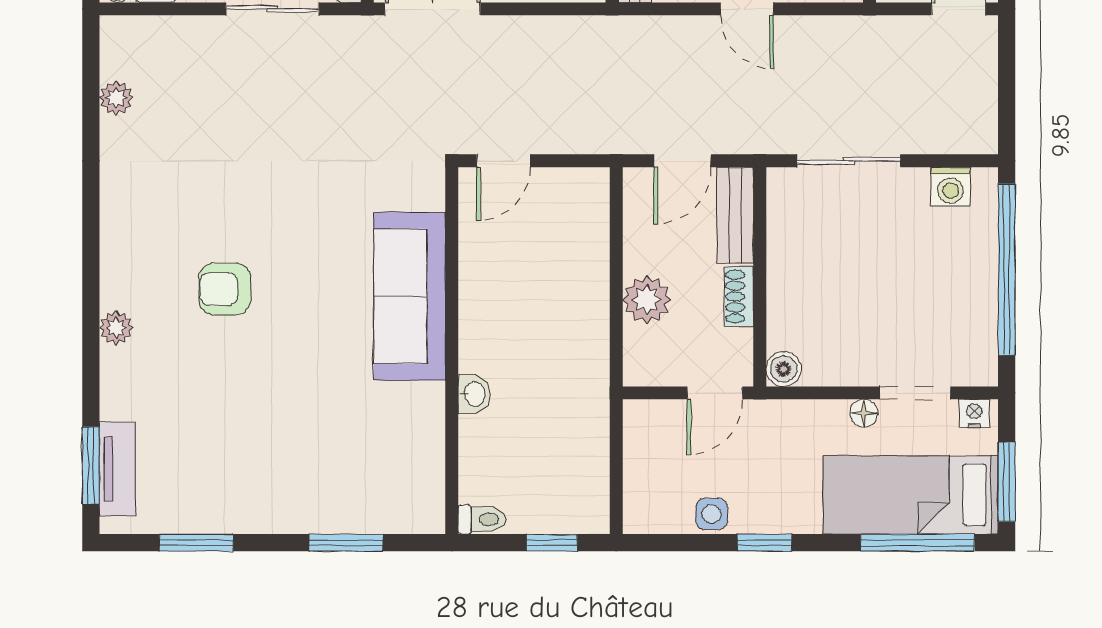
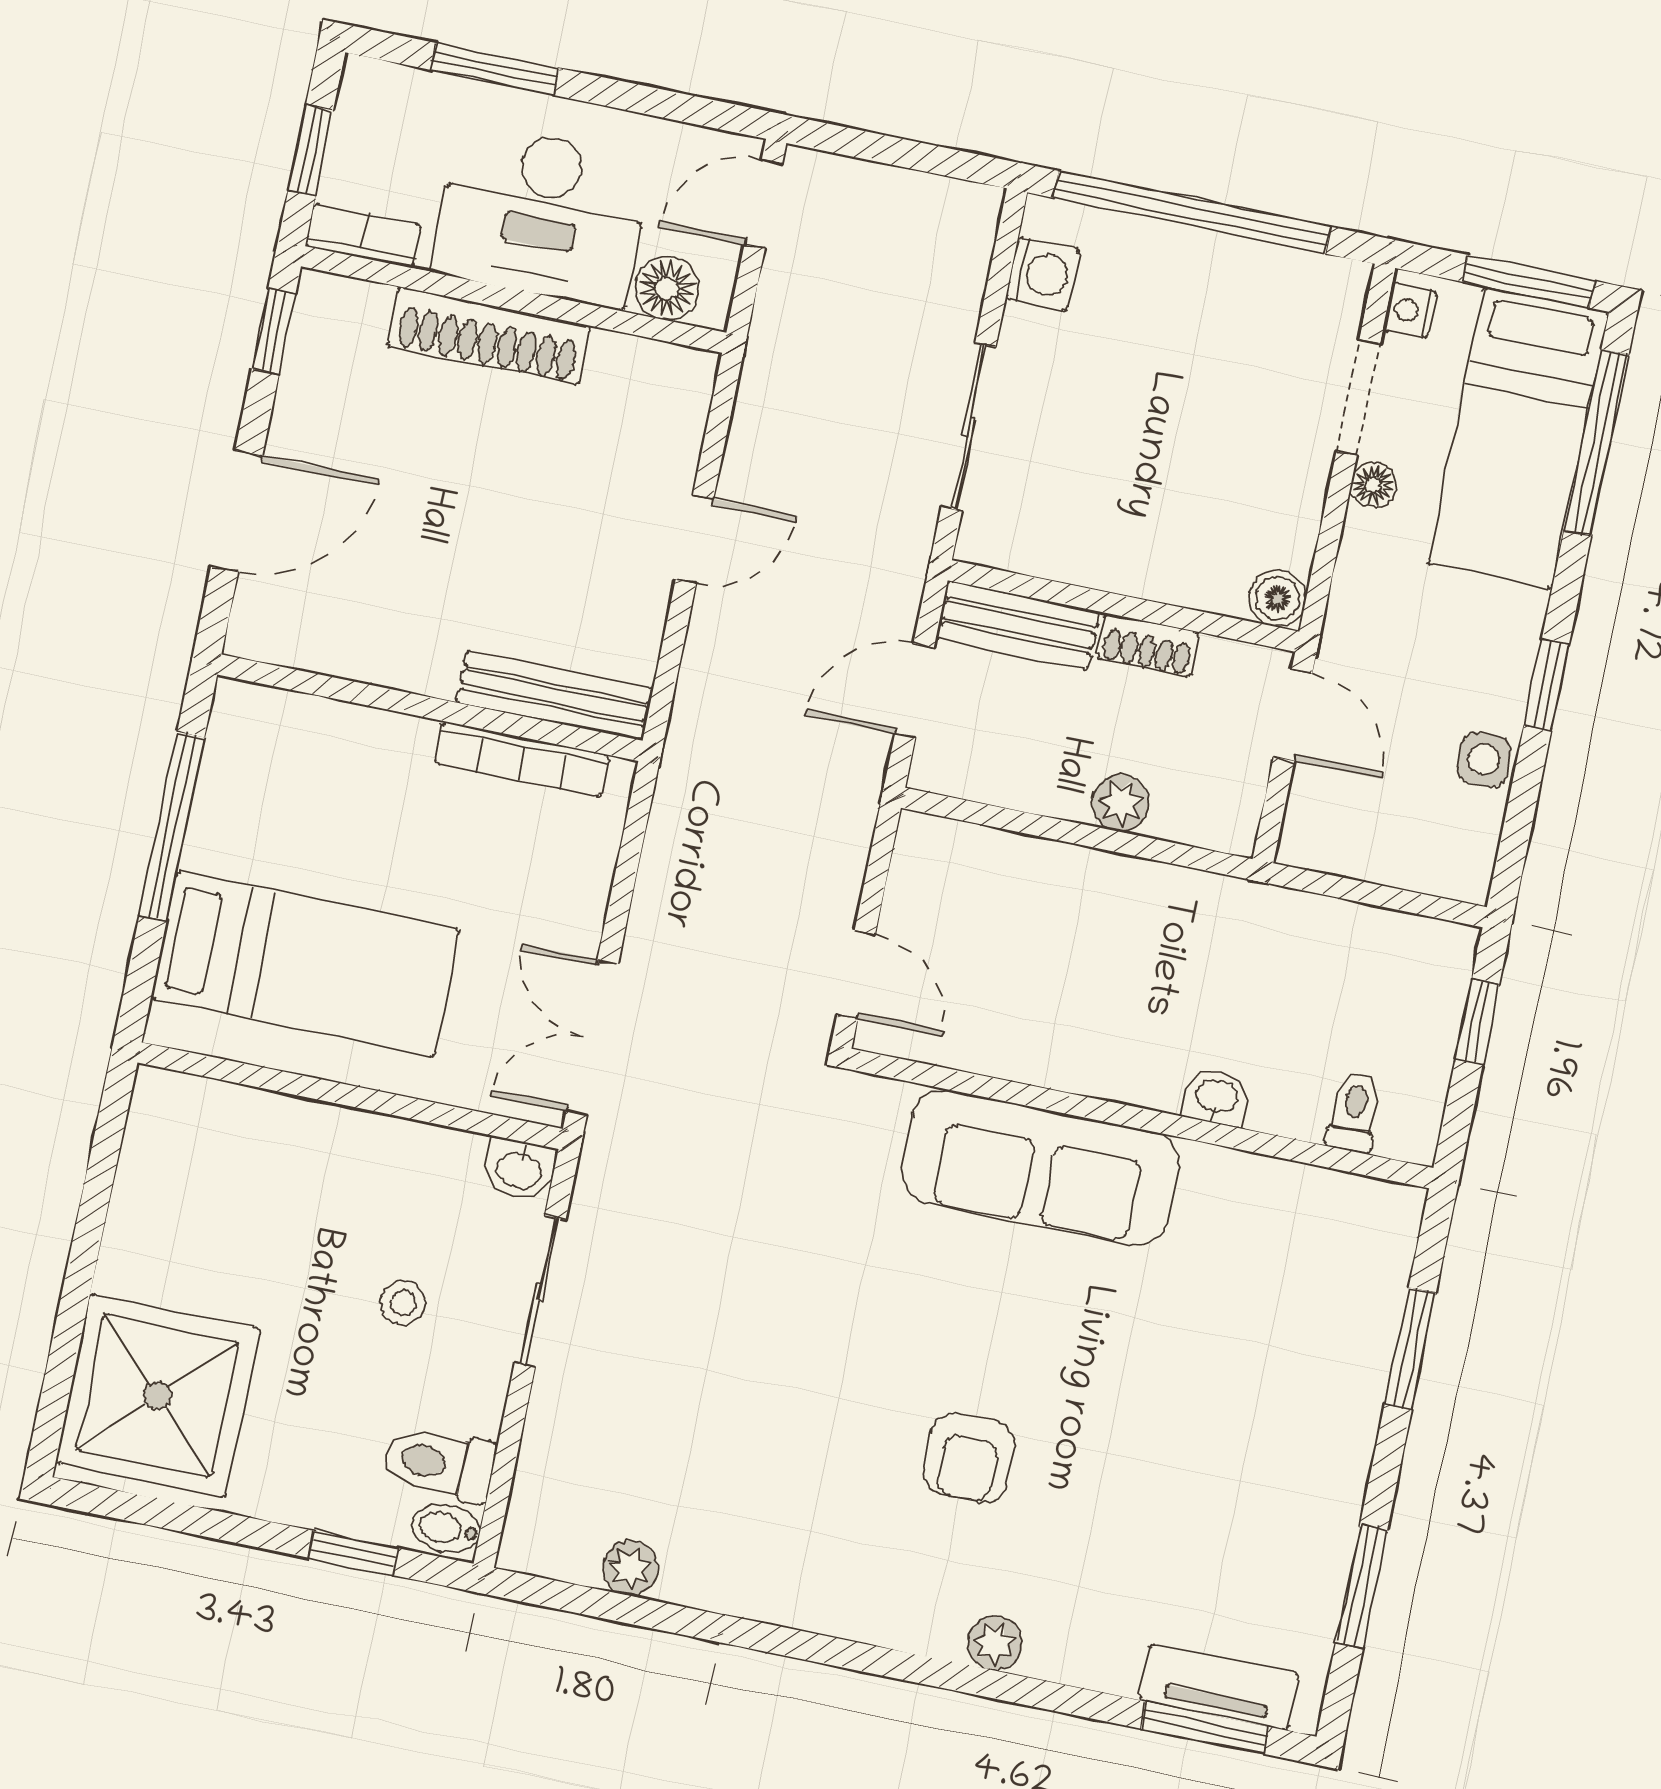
door: (682, 161) -> (914, 691), swing flipped
plant: (647, 300) -> (1121, 803), width x0.73, depth x0.73
toilet: (482, 519) -> (1354, 1112), moved

